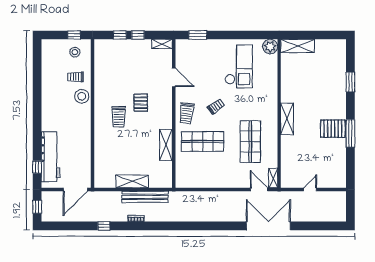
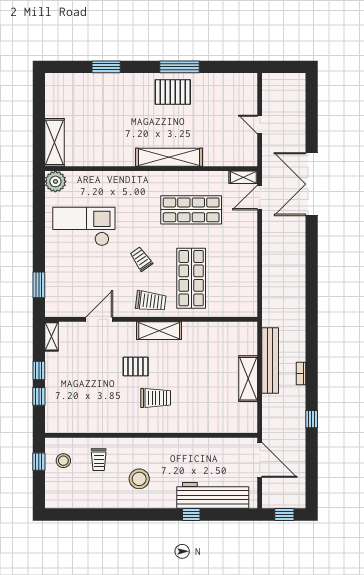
stool: (82, 96) -> (139, 479), moved
shelving: (287, 119) -> (169, 157), width x1.47
pallet: (333, 129) -> (173, 92), turned 90
shelving: (166, 145) -> (159, 331), moved
window: (37, 167) -> (191, 515), moved

